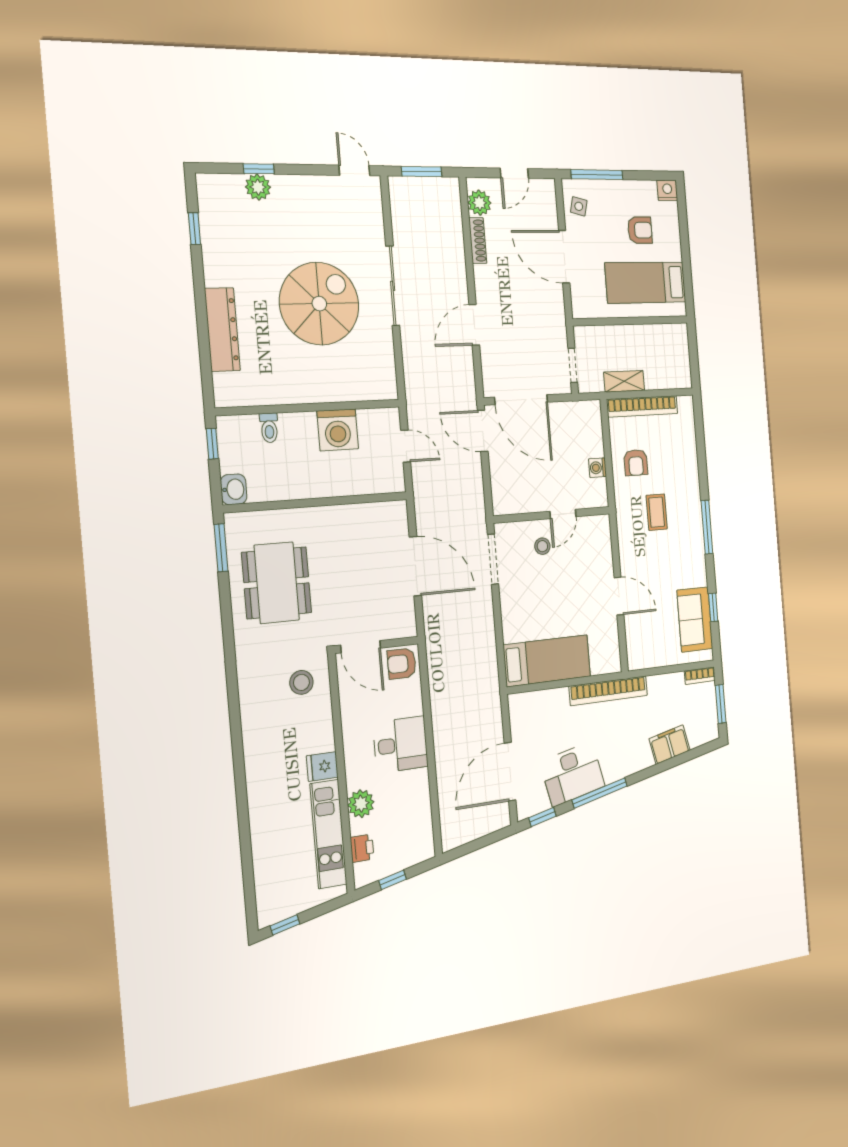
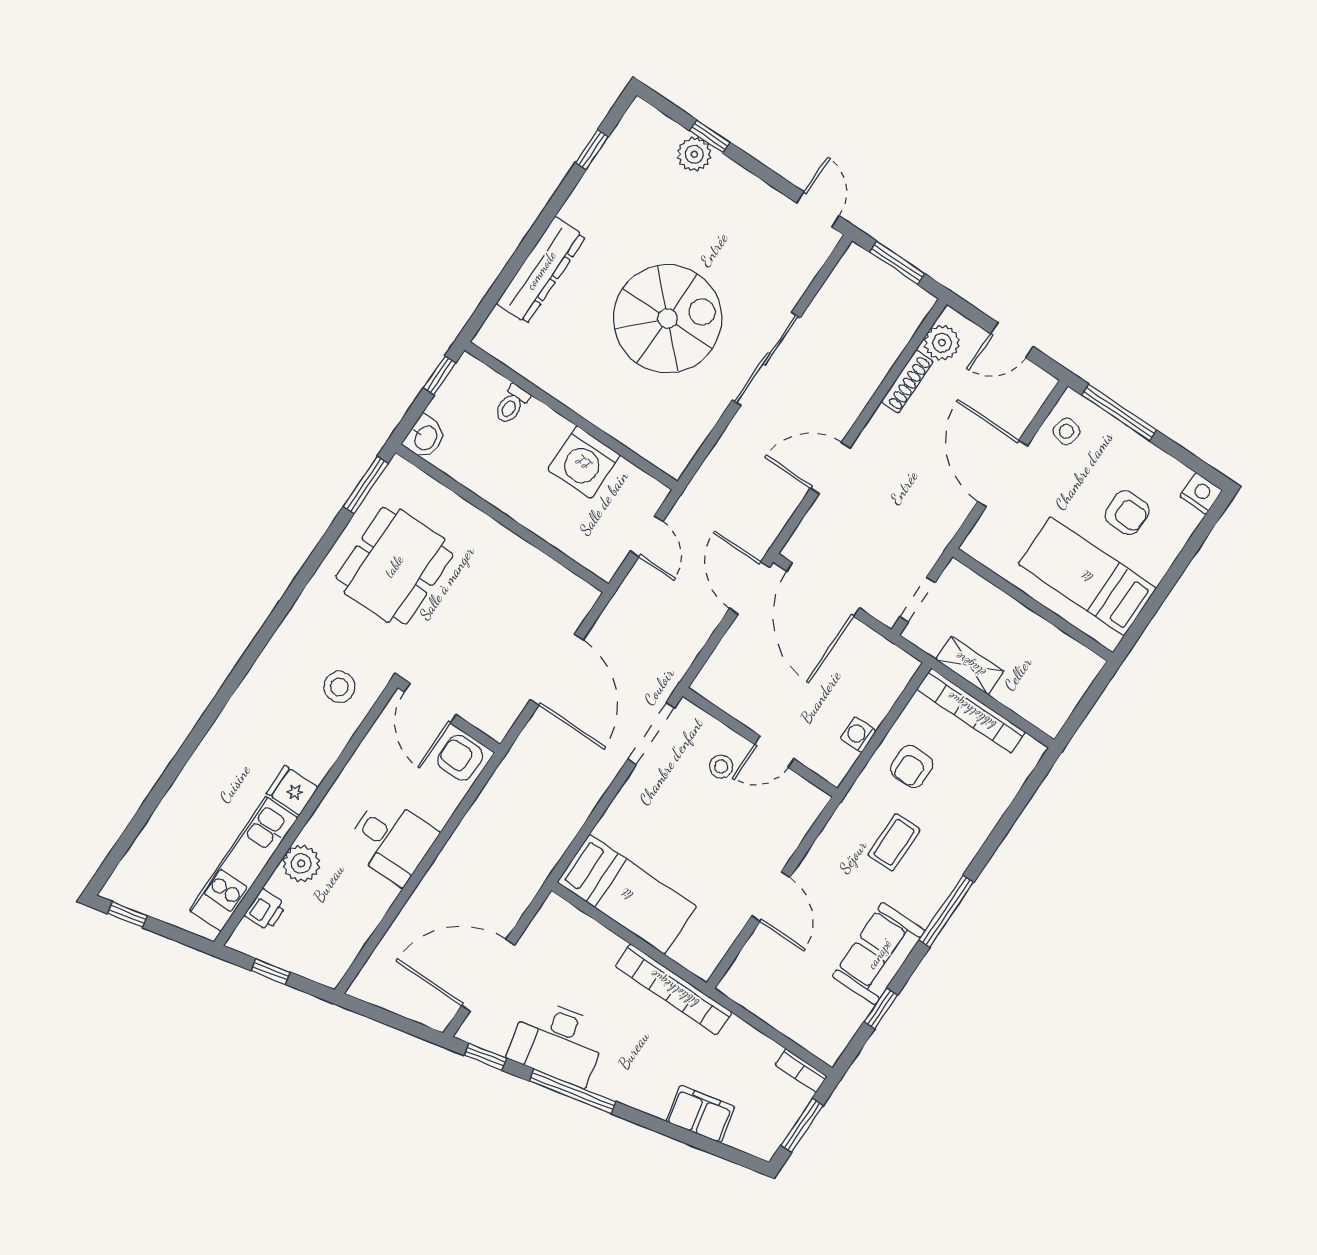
sofa: (695, 619) -> (879, 954), moved

